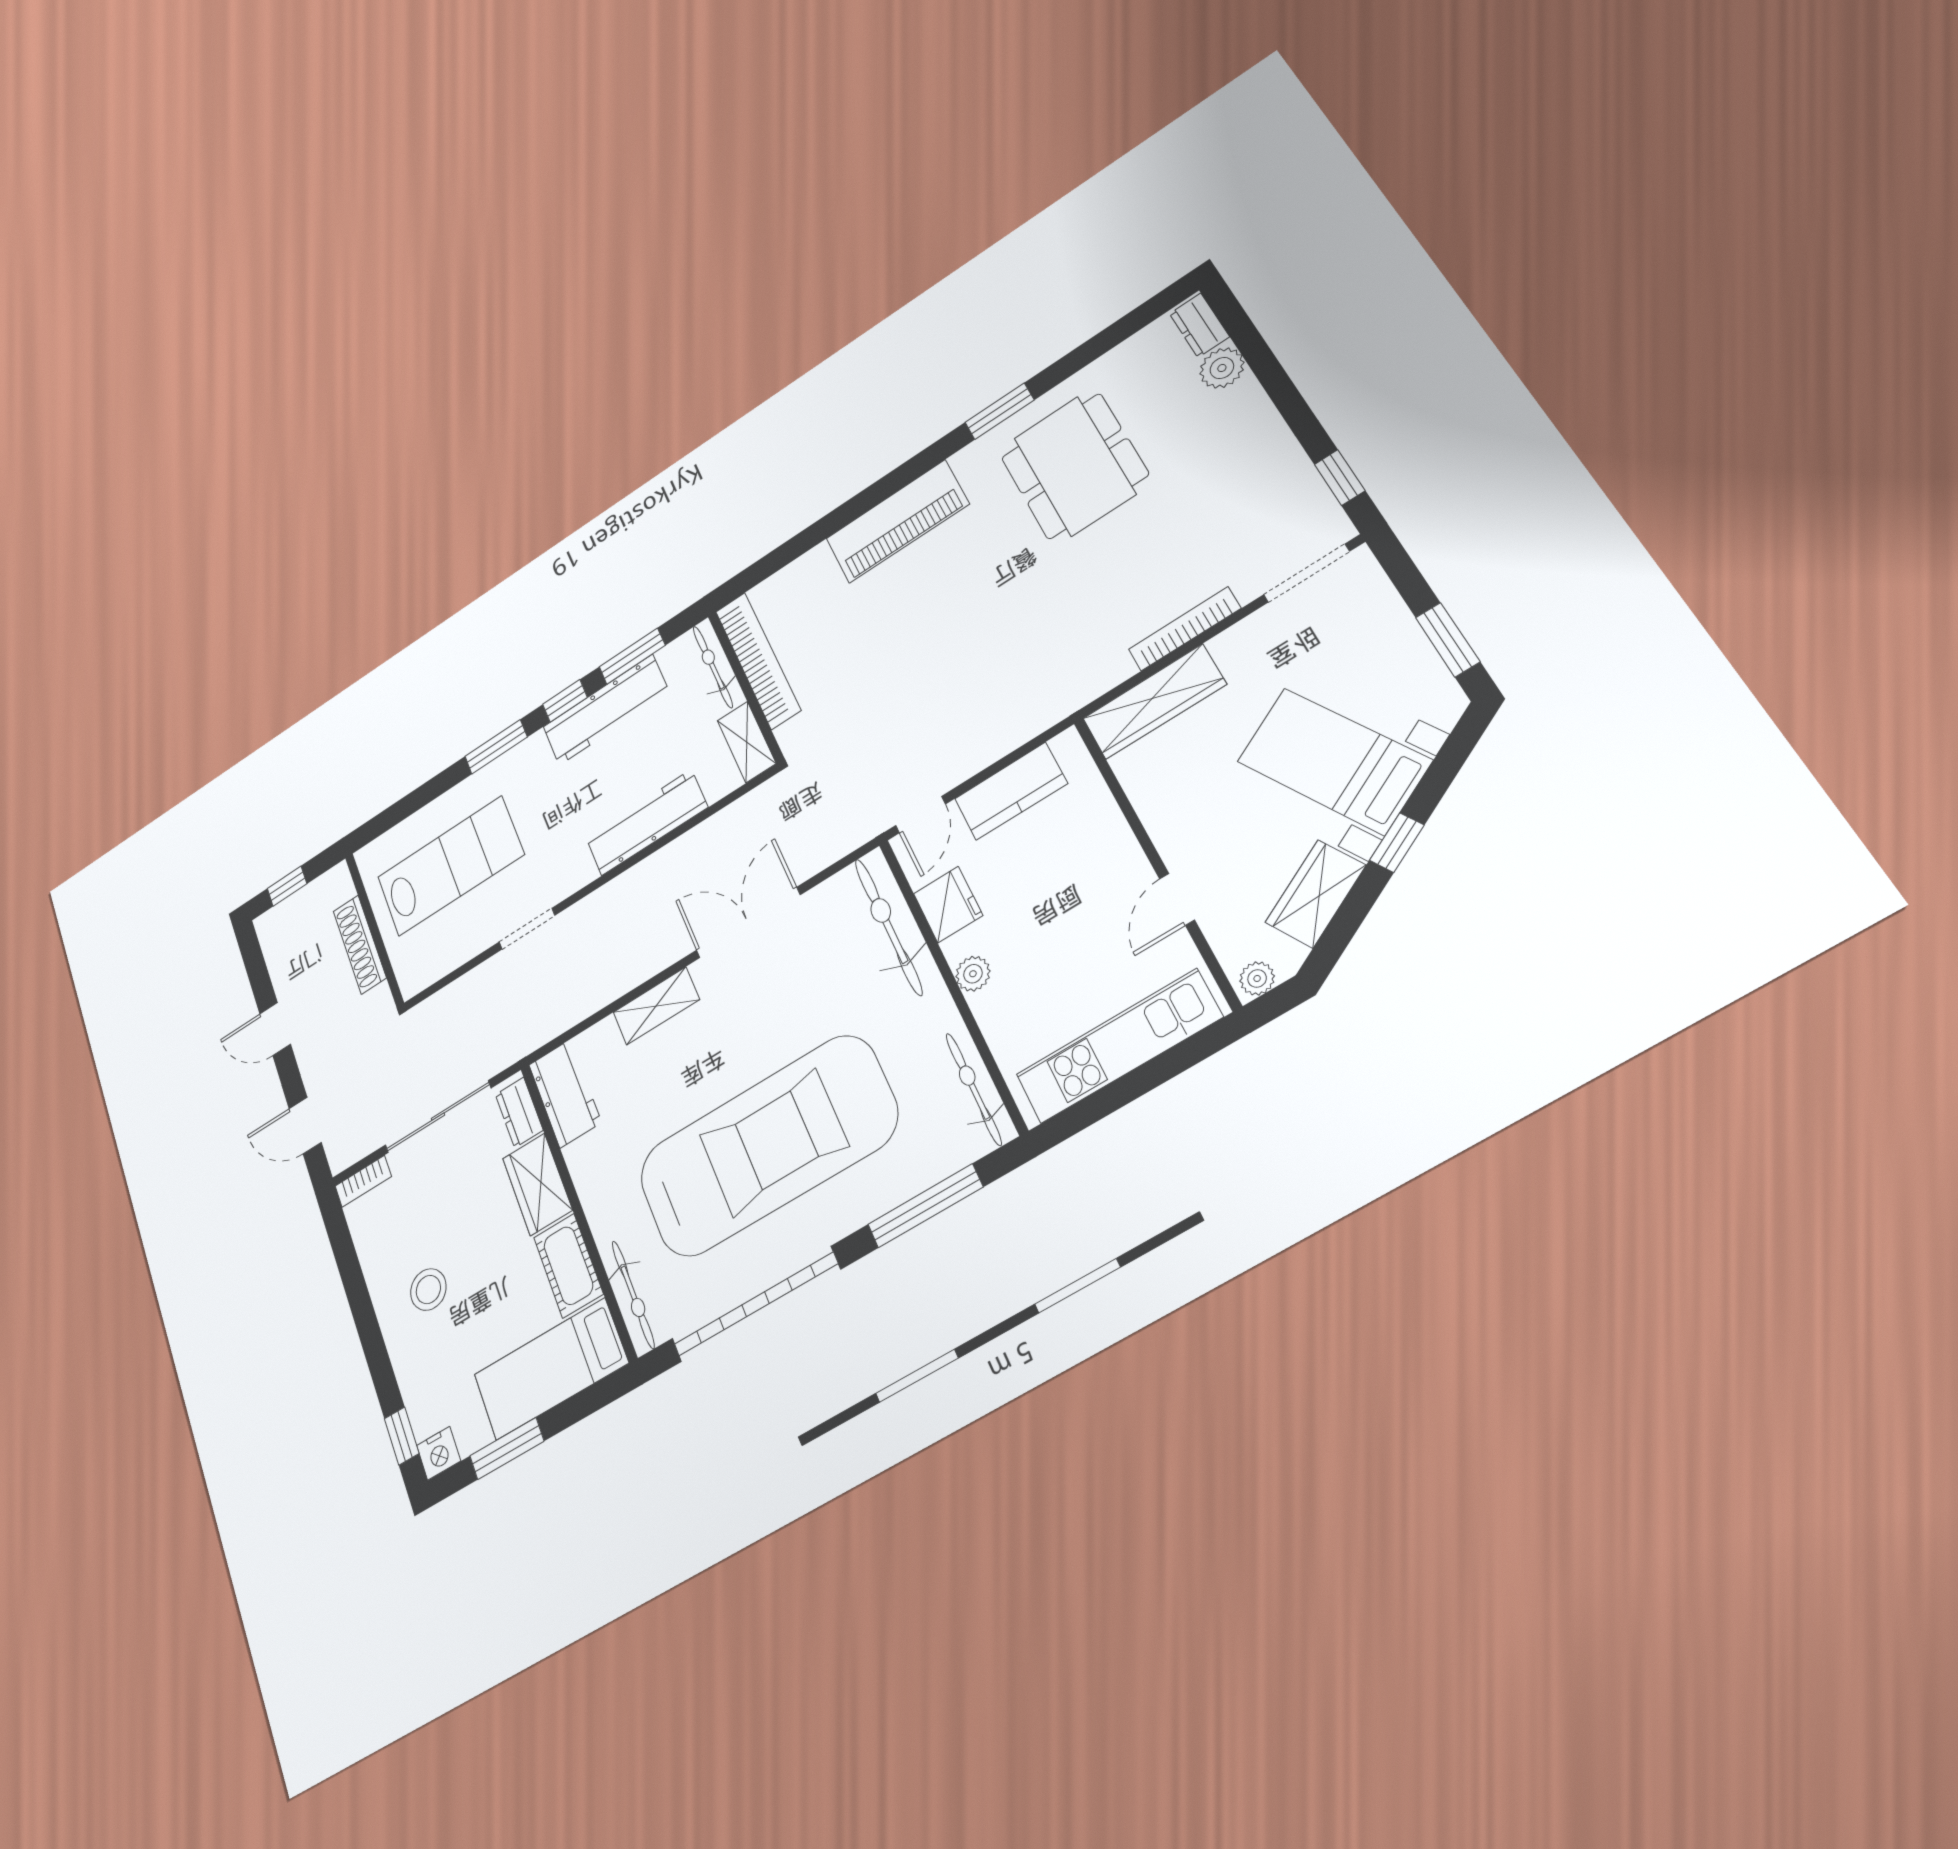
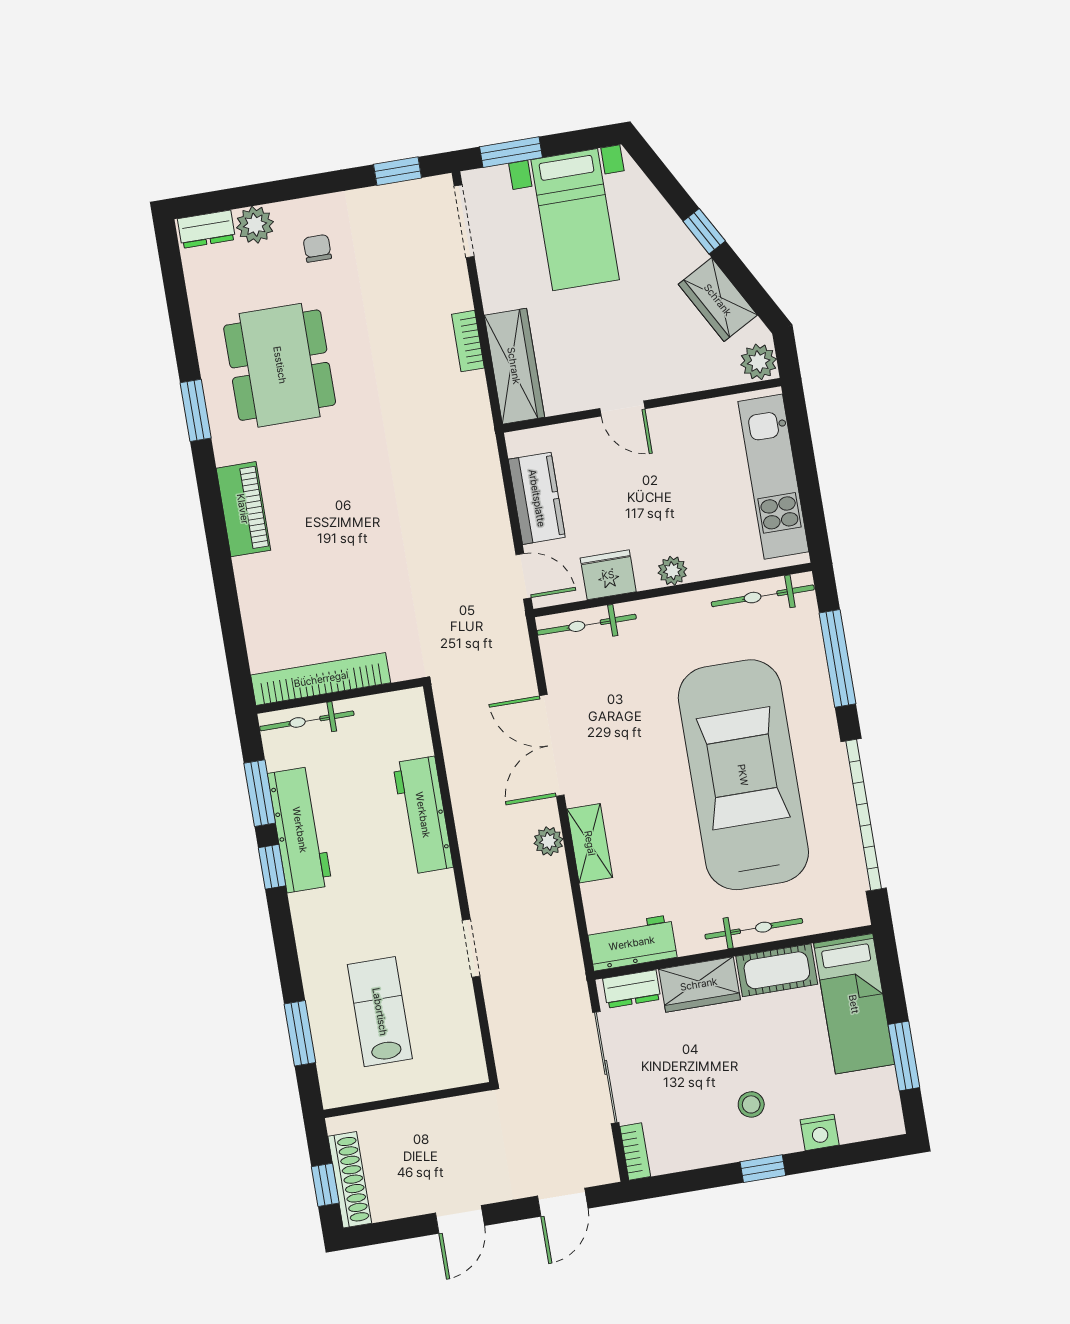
chair: (1218, 440) -> (317, 248), added
dining table: (1074, 466) -> (280, 365), turned 90
piano: (897, 521) -> (243, 509), width x0.73, depth x0.75
bookcase: (1184, 629) -> (468, 341), width x0.64
window: (1448, 640) -> (511, 152), moved
shelving: (747, 742) -> (391, 707), removed
window: (496, 747) -> (300, 1033), moved
bed with nightstands: (1334, 761) -> (575, 220), moved, turned -61
lab bench: (450, 866) -> (380, 1012), width x0.73, depth x0.72
door: (1177, 899) -> (622, 409), moved
bicycle: (888, 927) -> (587, 625), width x0.73, depth x0.71
shoe rack: (360, 944) -> (350, 1180), moved, turned -90
plant: (649, 962) -> (548, 841), added
plant: (1257, 978) -> (759, 362), width x1.38, depth x1.38
stool: (428, 1290) -> (751, 1104), width x0.73, depth x0.73
bicycle: (633, 1295) -> (754, 929), moved
window: (402, 1436) -> (763, 1169), moved
nightstand: (439, 1453) -> (820, 1132), moved, turned 90

